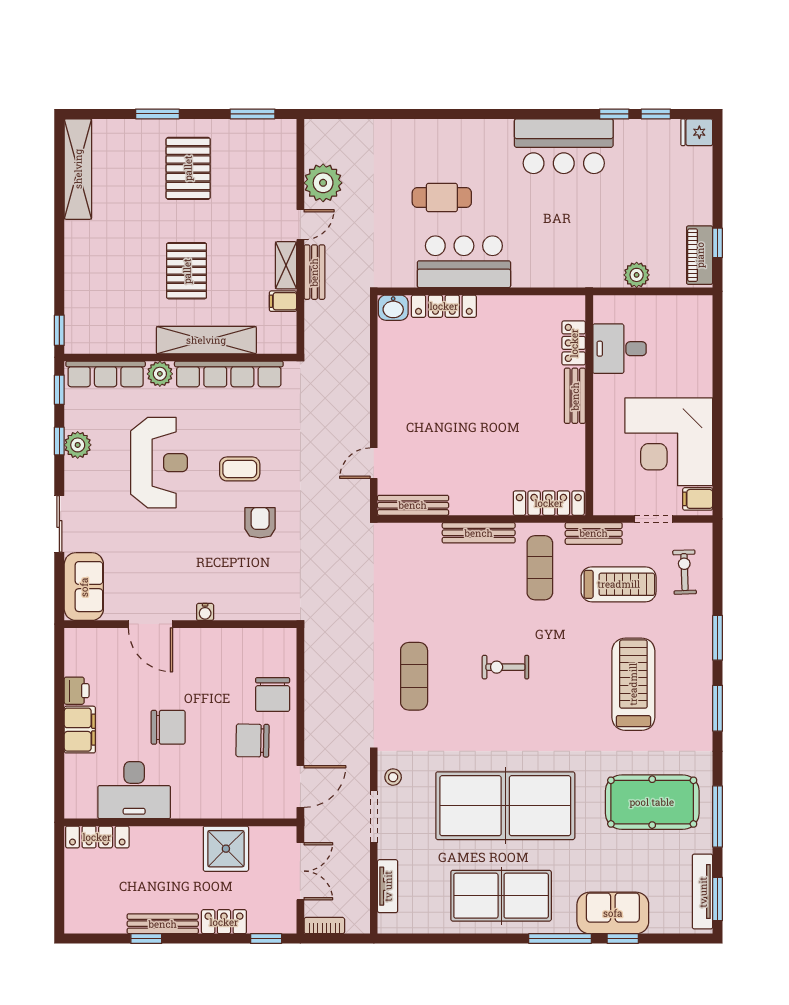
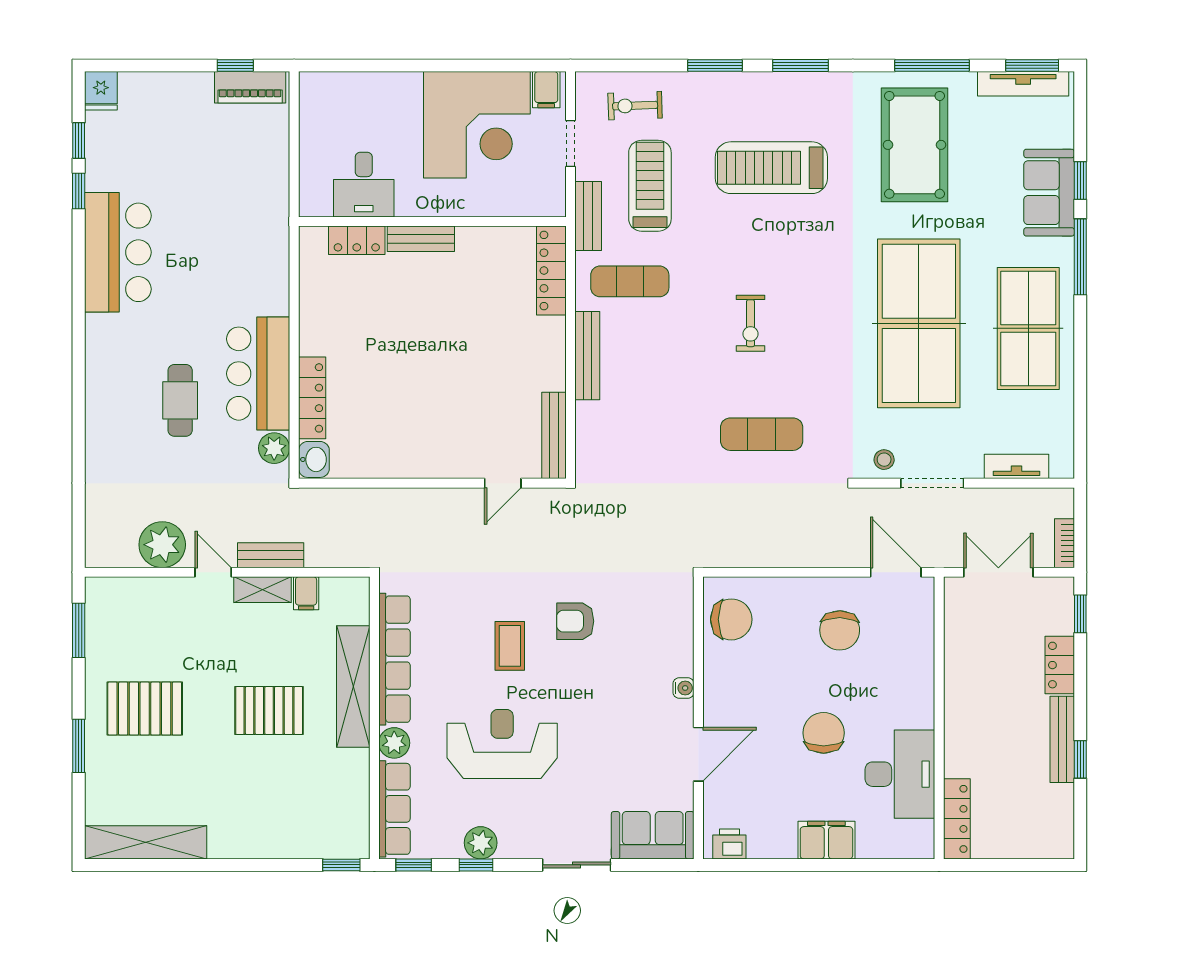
plant: (637, 275) -> (274, 448), moved
door: (374, 463) -> (503, 483), hinge flipped
printer: (77, 691) -> (729, 844), moved
chair: (273, 695) -> (731, 619), moved
shower: (226, 849) -> (971, 663), removed

